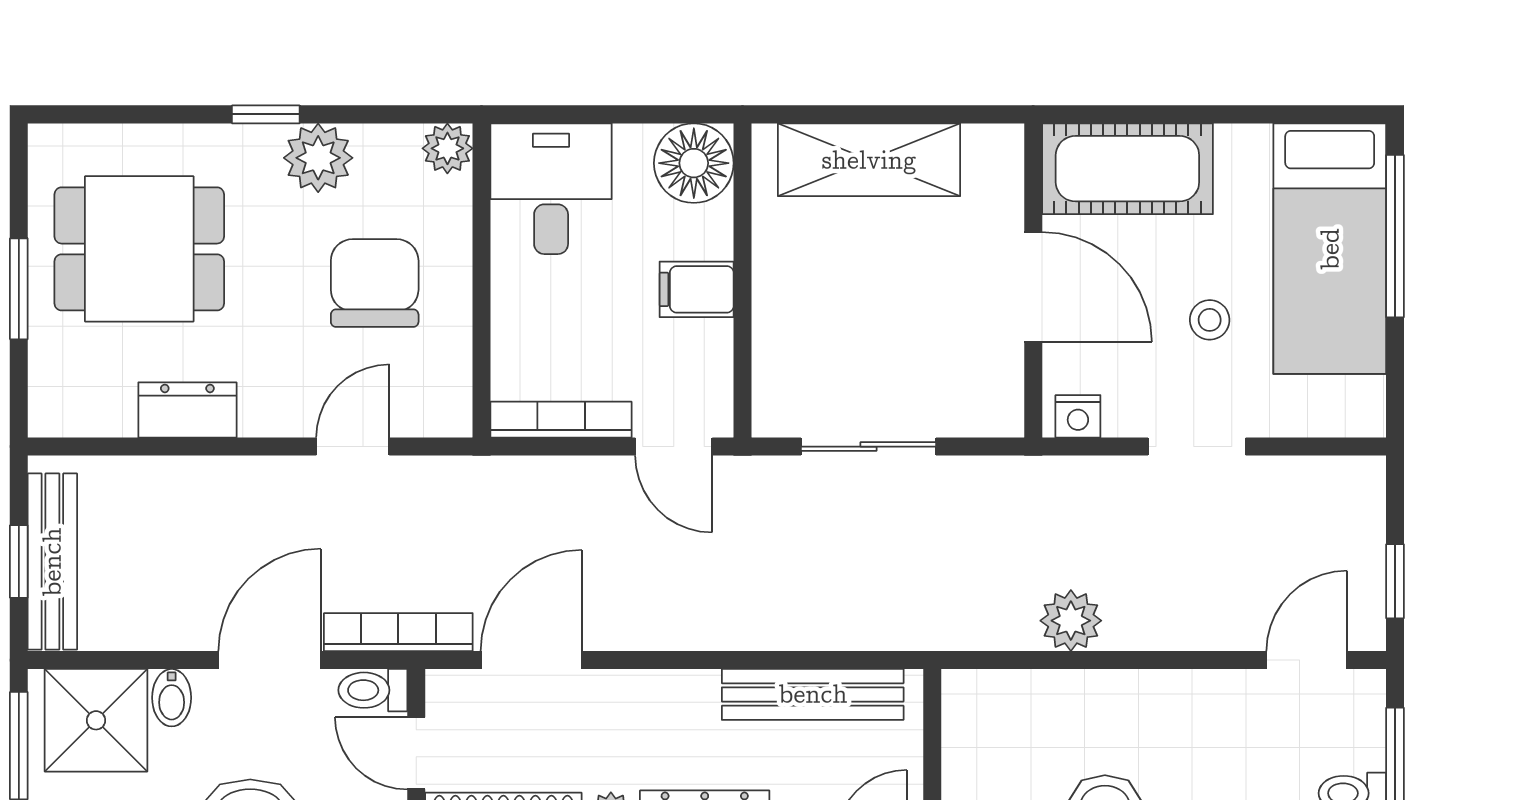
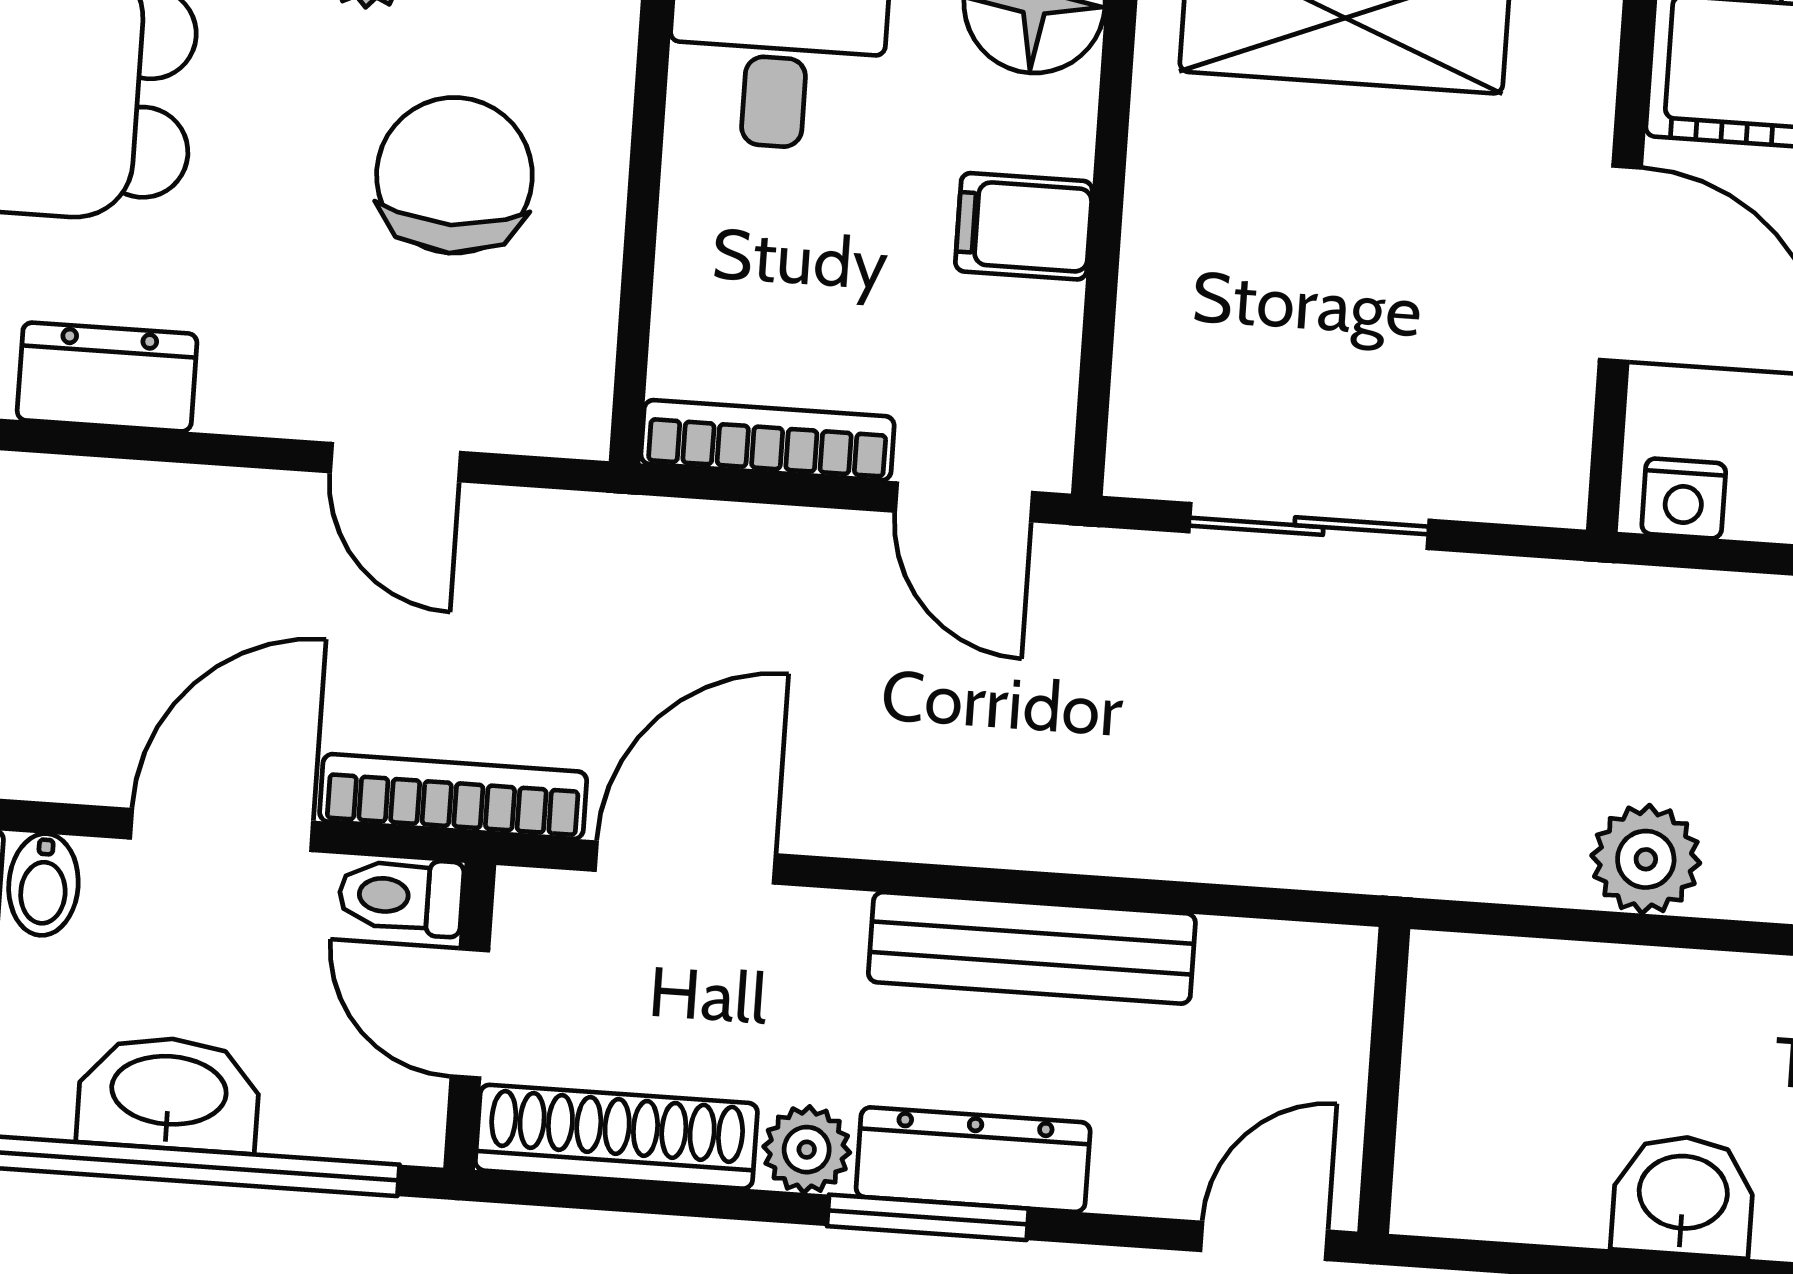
door: (353, 447) -> (395, 462), swing flipped
bench: (813, 694) -> (1032, 948), moved

